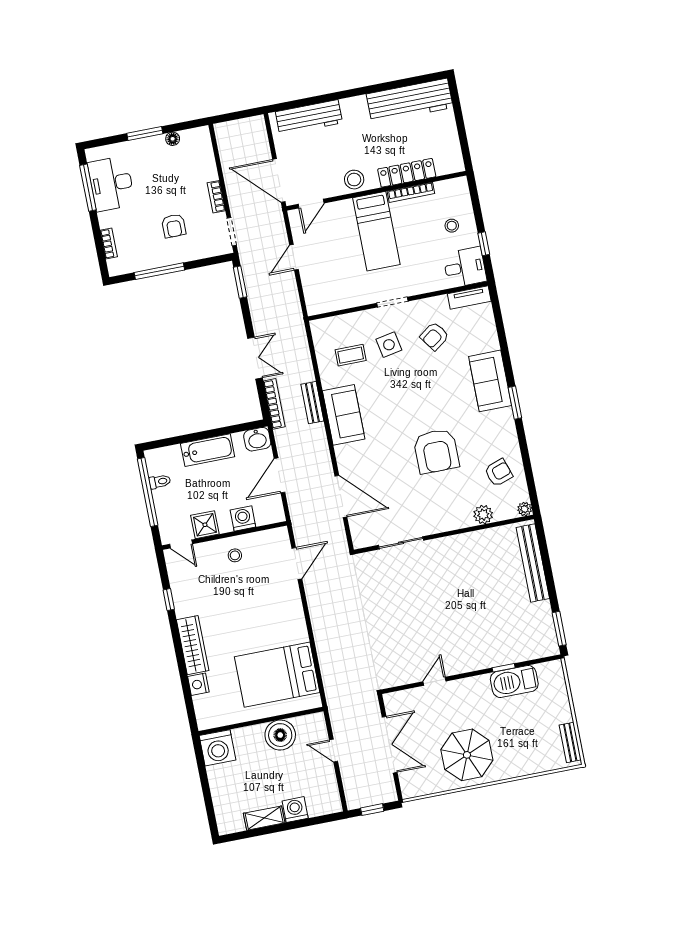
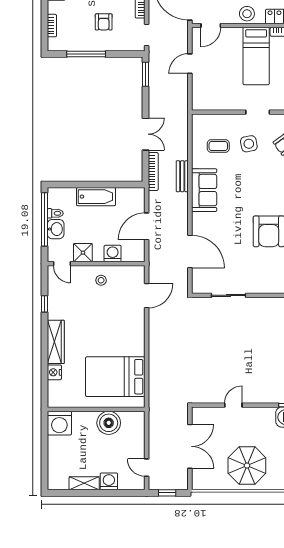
washbasin: (257, 439) -> (56, 229), moved, turned -90
door: (334, 751) -> (147, 468), moved

